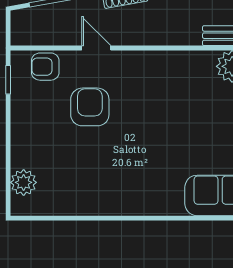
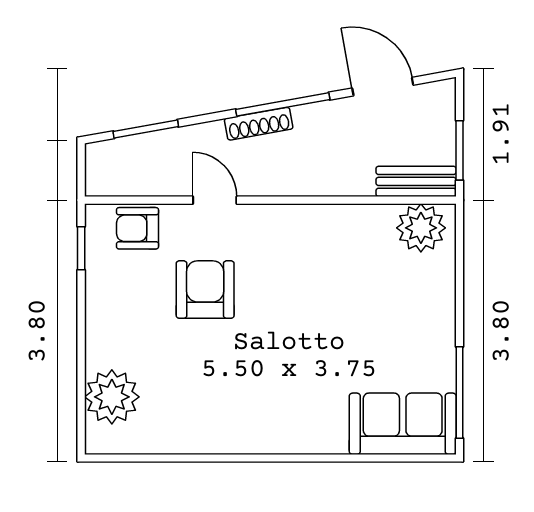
plant: (24, 182) -> (112, 397), width x1.36, depth x1.36

